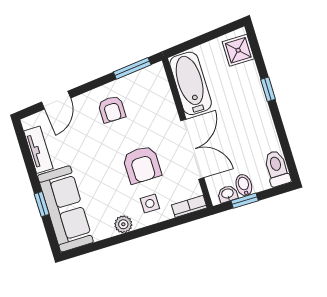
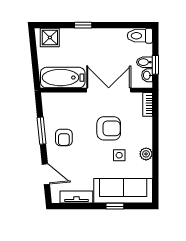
window: (132, 68) -> (42, 131), moved
armchair: (112, 109) -> (64, 138), turned 90
side table: (150, 203) -> (119, 155), moved

